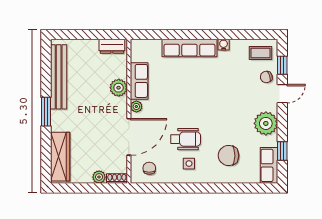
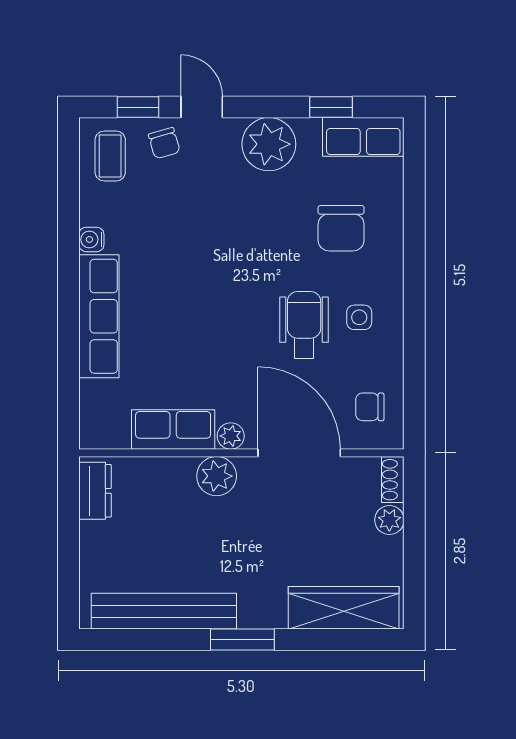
plant: (119, 88) -> (217, 476), moved

